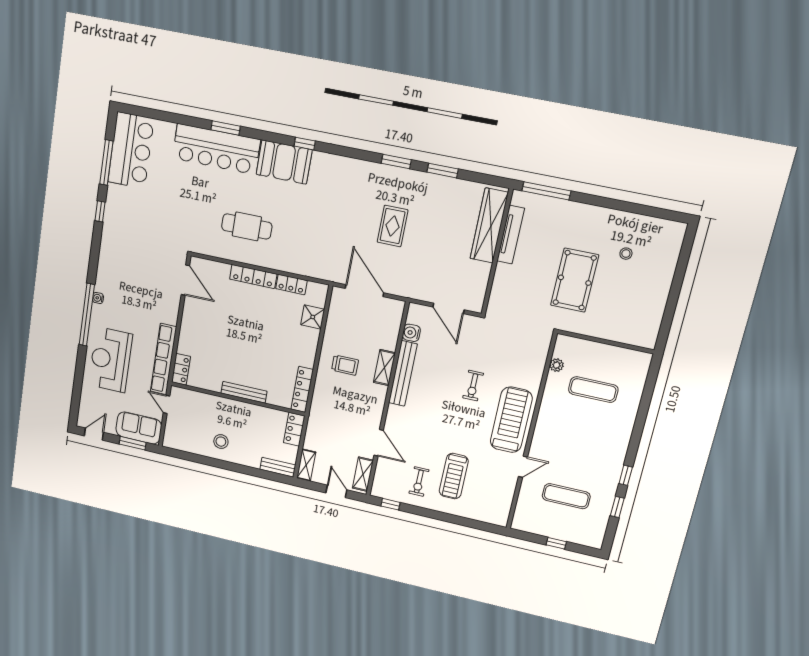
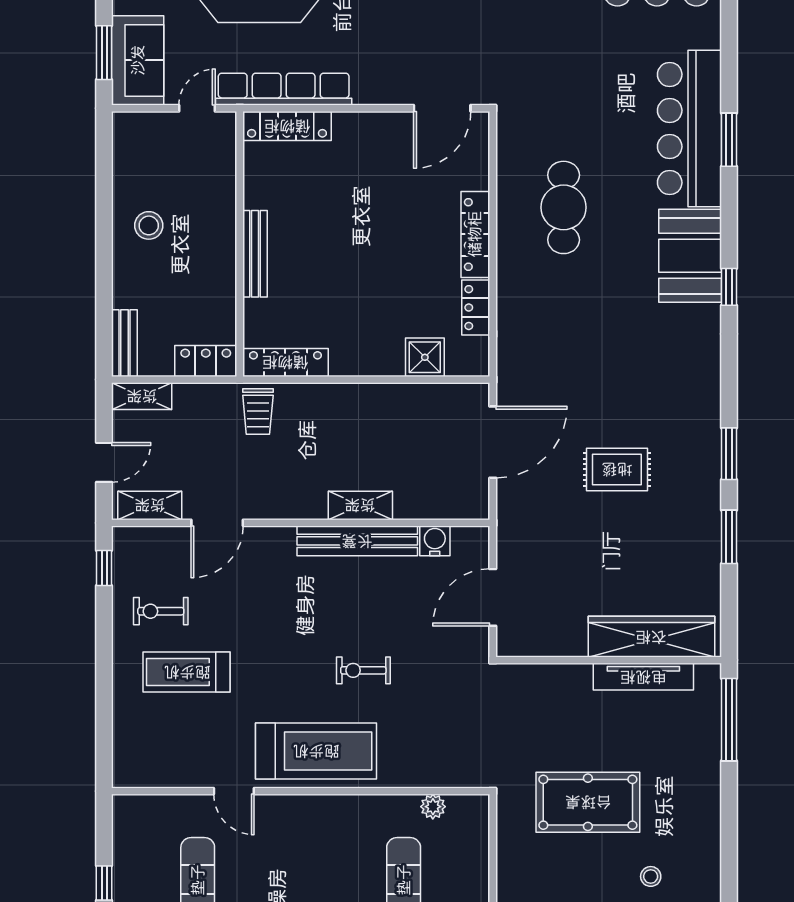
trolley: (345, 365) -> (258, 412), moved
locker: (181, 369) -> (287, 126), width x1.53

